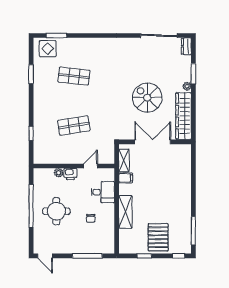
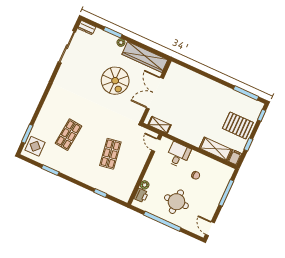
spiral stairs: (147, 98) -> (115, 81), turned -90
door: (91, 166) -> (156, 145), moved
printer: (70, 174) -> (141, 195), moved
filing cabinet: (126, 178) -> (235, 157), moved
shelving: (125, 212) -> (216, 149), moved
door: (45, 256) -> (210, 229), swing flipped

